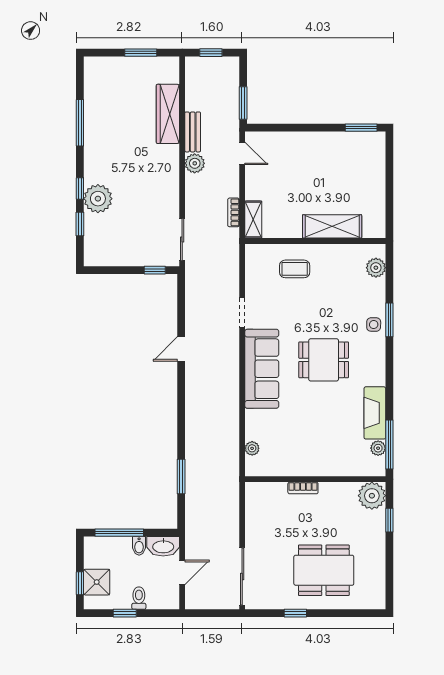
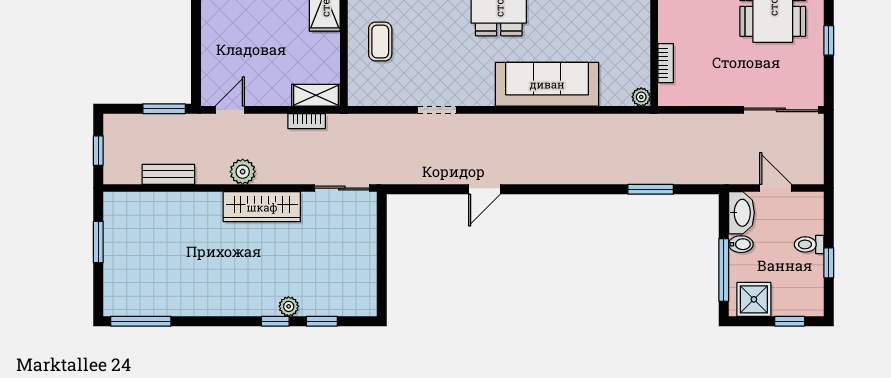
wardrobe: (168, 114) -> (262, 207), moved
window: (80, 123) -> (141, 321), moved
bench: (193, 132) -> (168, 174), moved
plant: (98, 199) -> (289, 306), width x0.53, depth x0.53
window: (155, 270) -> (382, 224), removed
door: (181, 349) -> (484, 189), hinge flipped
sofa: (262, 369) -> (547, 84), moved
plant: (252, 448) -> (641, 97), moved
bookcase: (303, 488) -> (666, 63), moved
shower: (97, 582) -> (754, 299), moved

